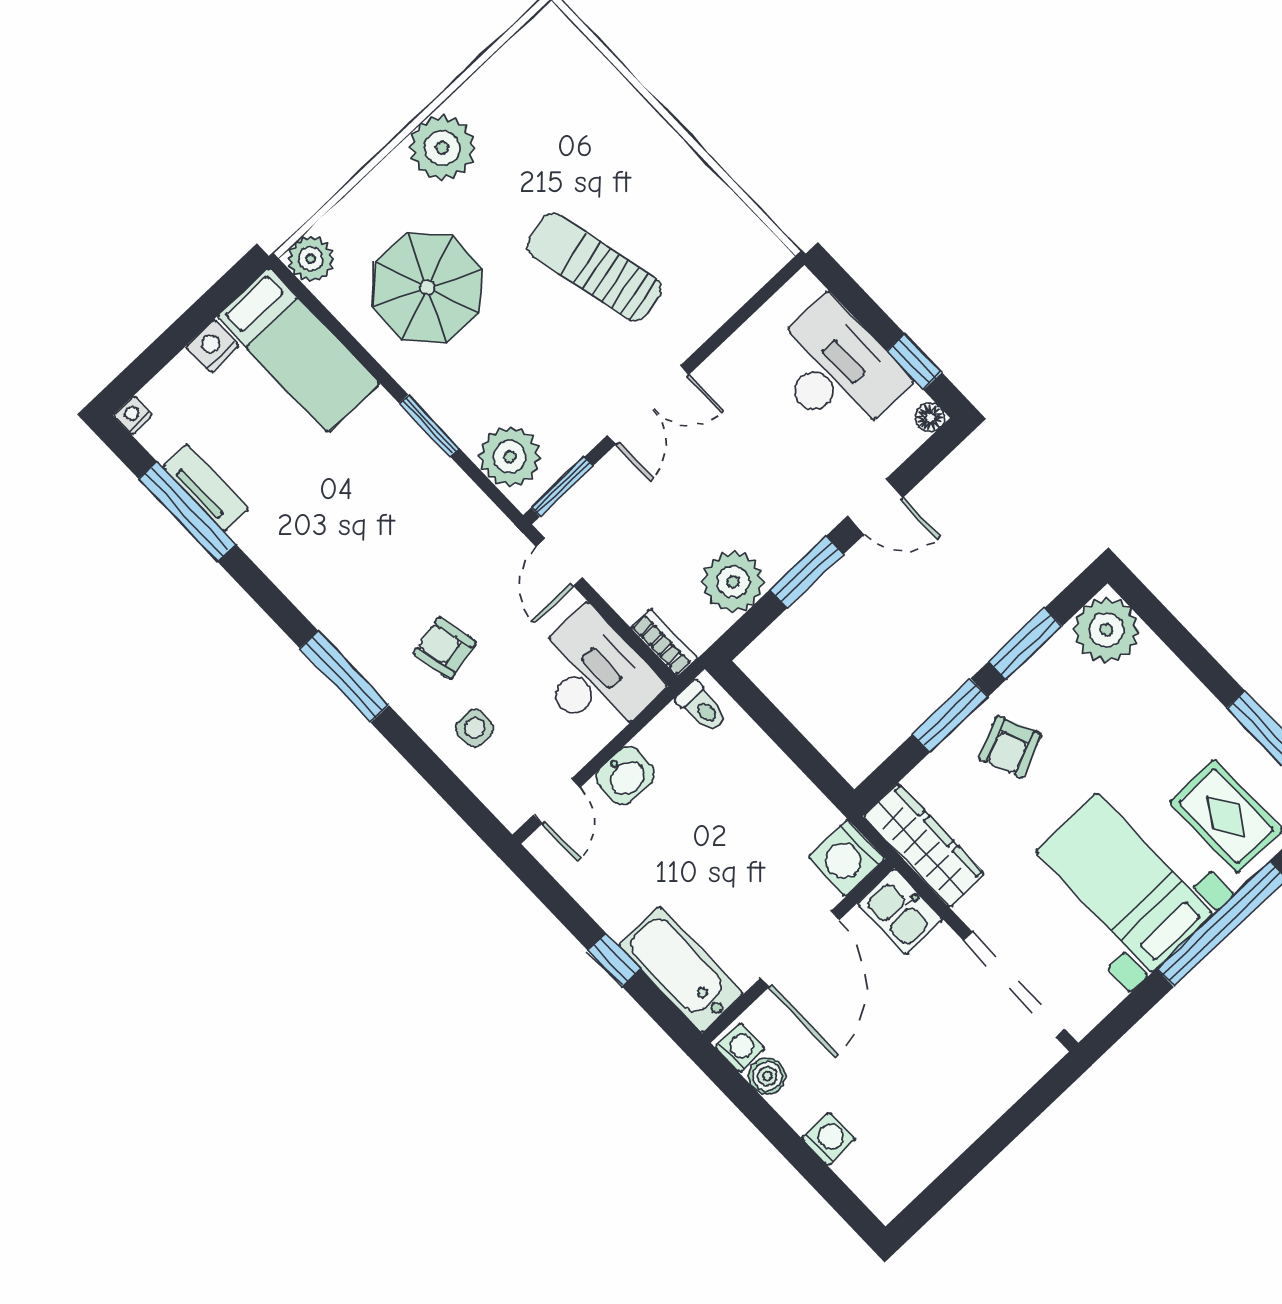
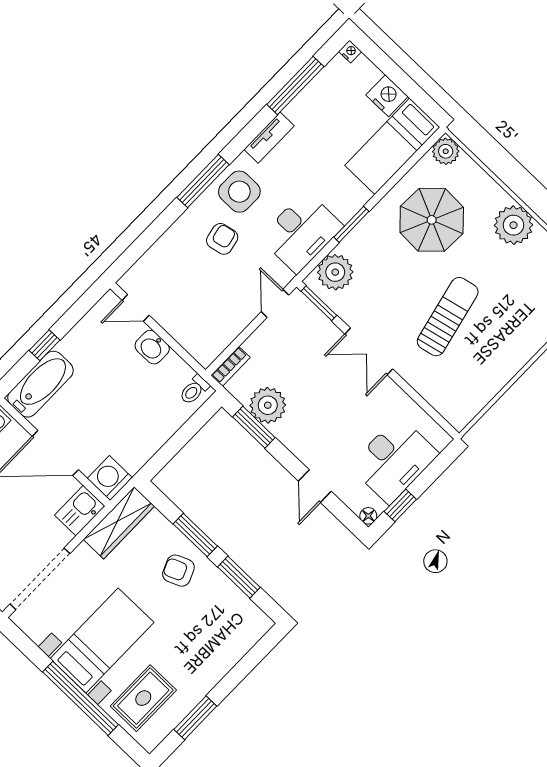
nightstand: (213, 346) -> (387, 96), width x1.36, depth x1.33
tv unit: (206, 488) -> (269, 138), moved
door: (559, 562) -> (275, 303), hinge flipped
window: (807, 572) -> (254, 427), moved
plant: (1106, 630) -> (249, 624), removed
desk: (594, 675) -> (301, 232), moved
side table: (475, 728) -> (239, 192), moved, width x1.87, depth x1.87

